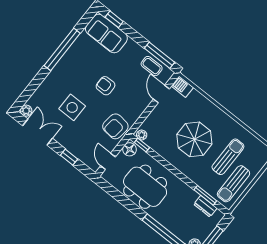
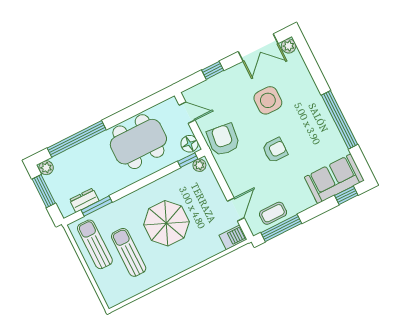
door: (161, 94) -> (236, 210), hinge flipped
sun lounger: (228, 157) -> (129, 252), turned 180

